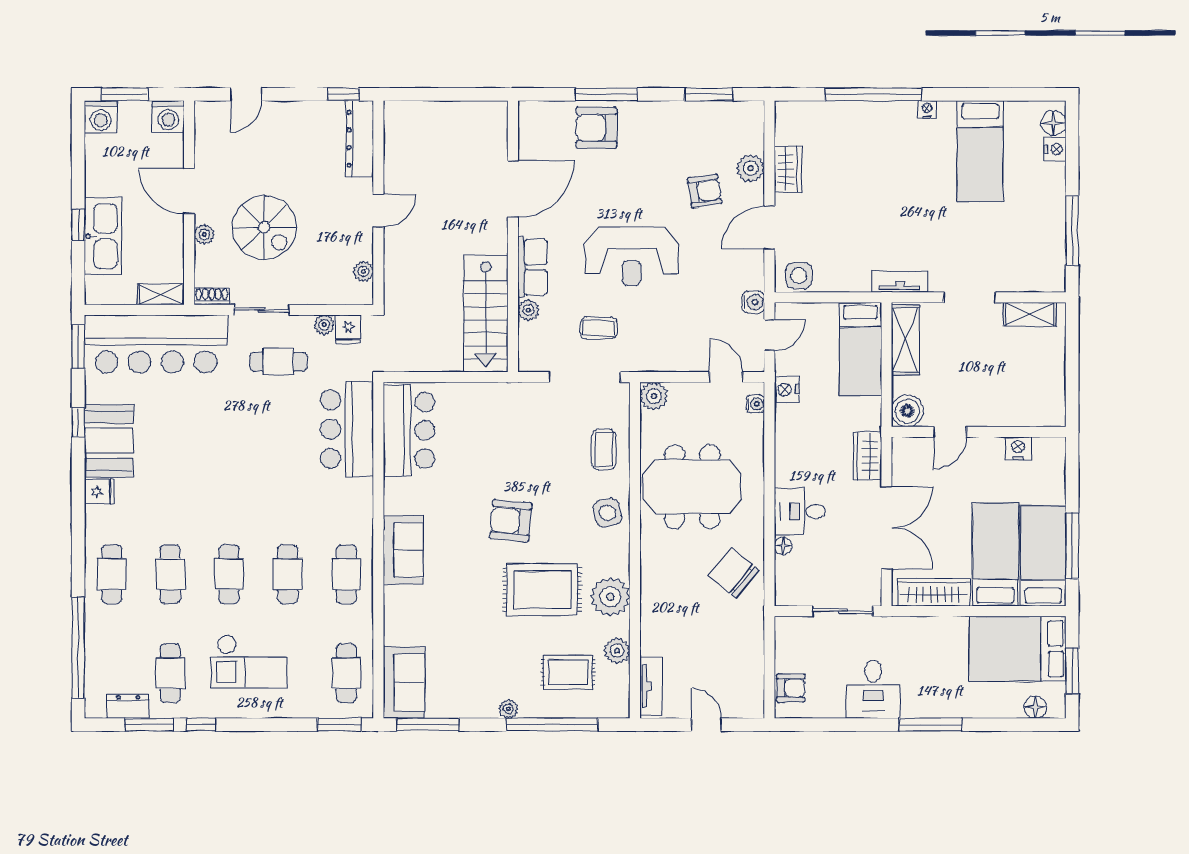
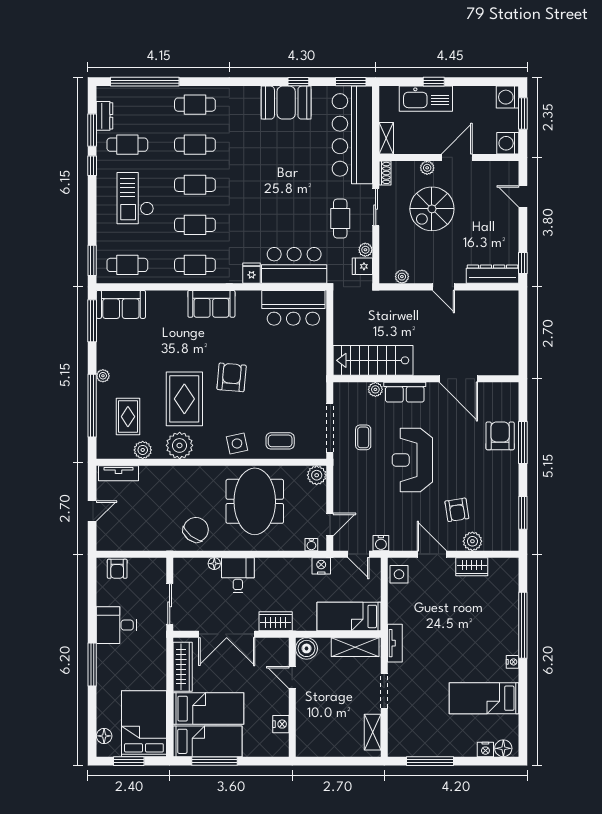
fridge: (99, 492) -> (252, 273), moved, turned 180

